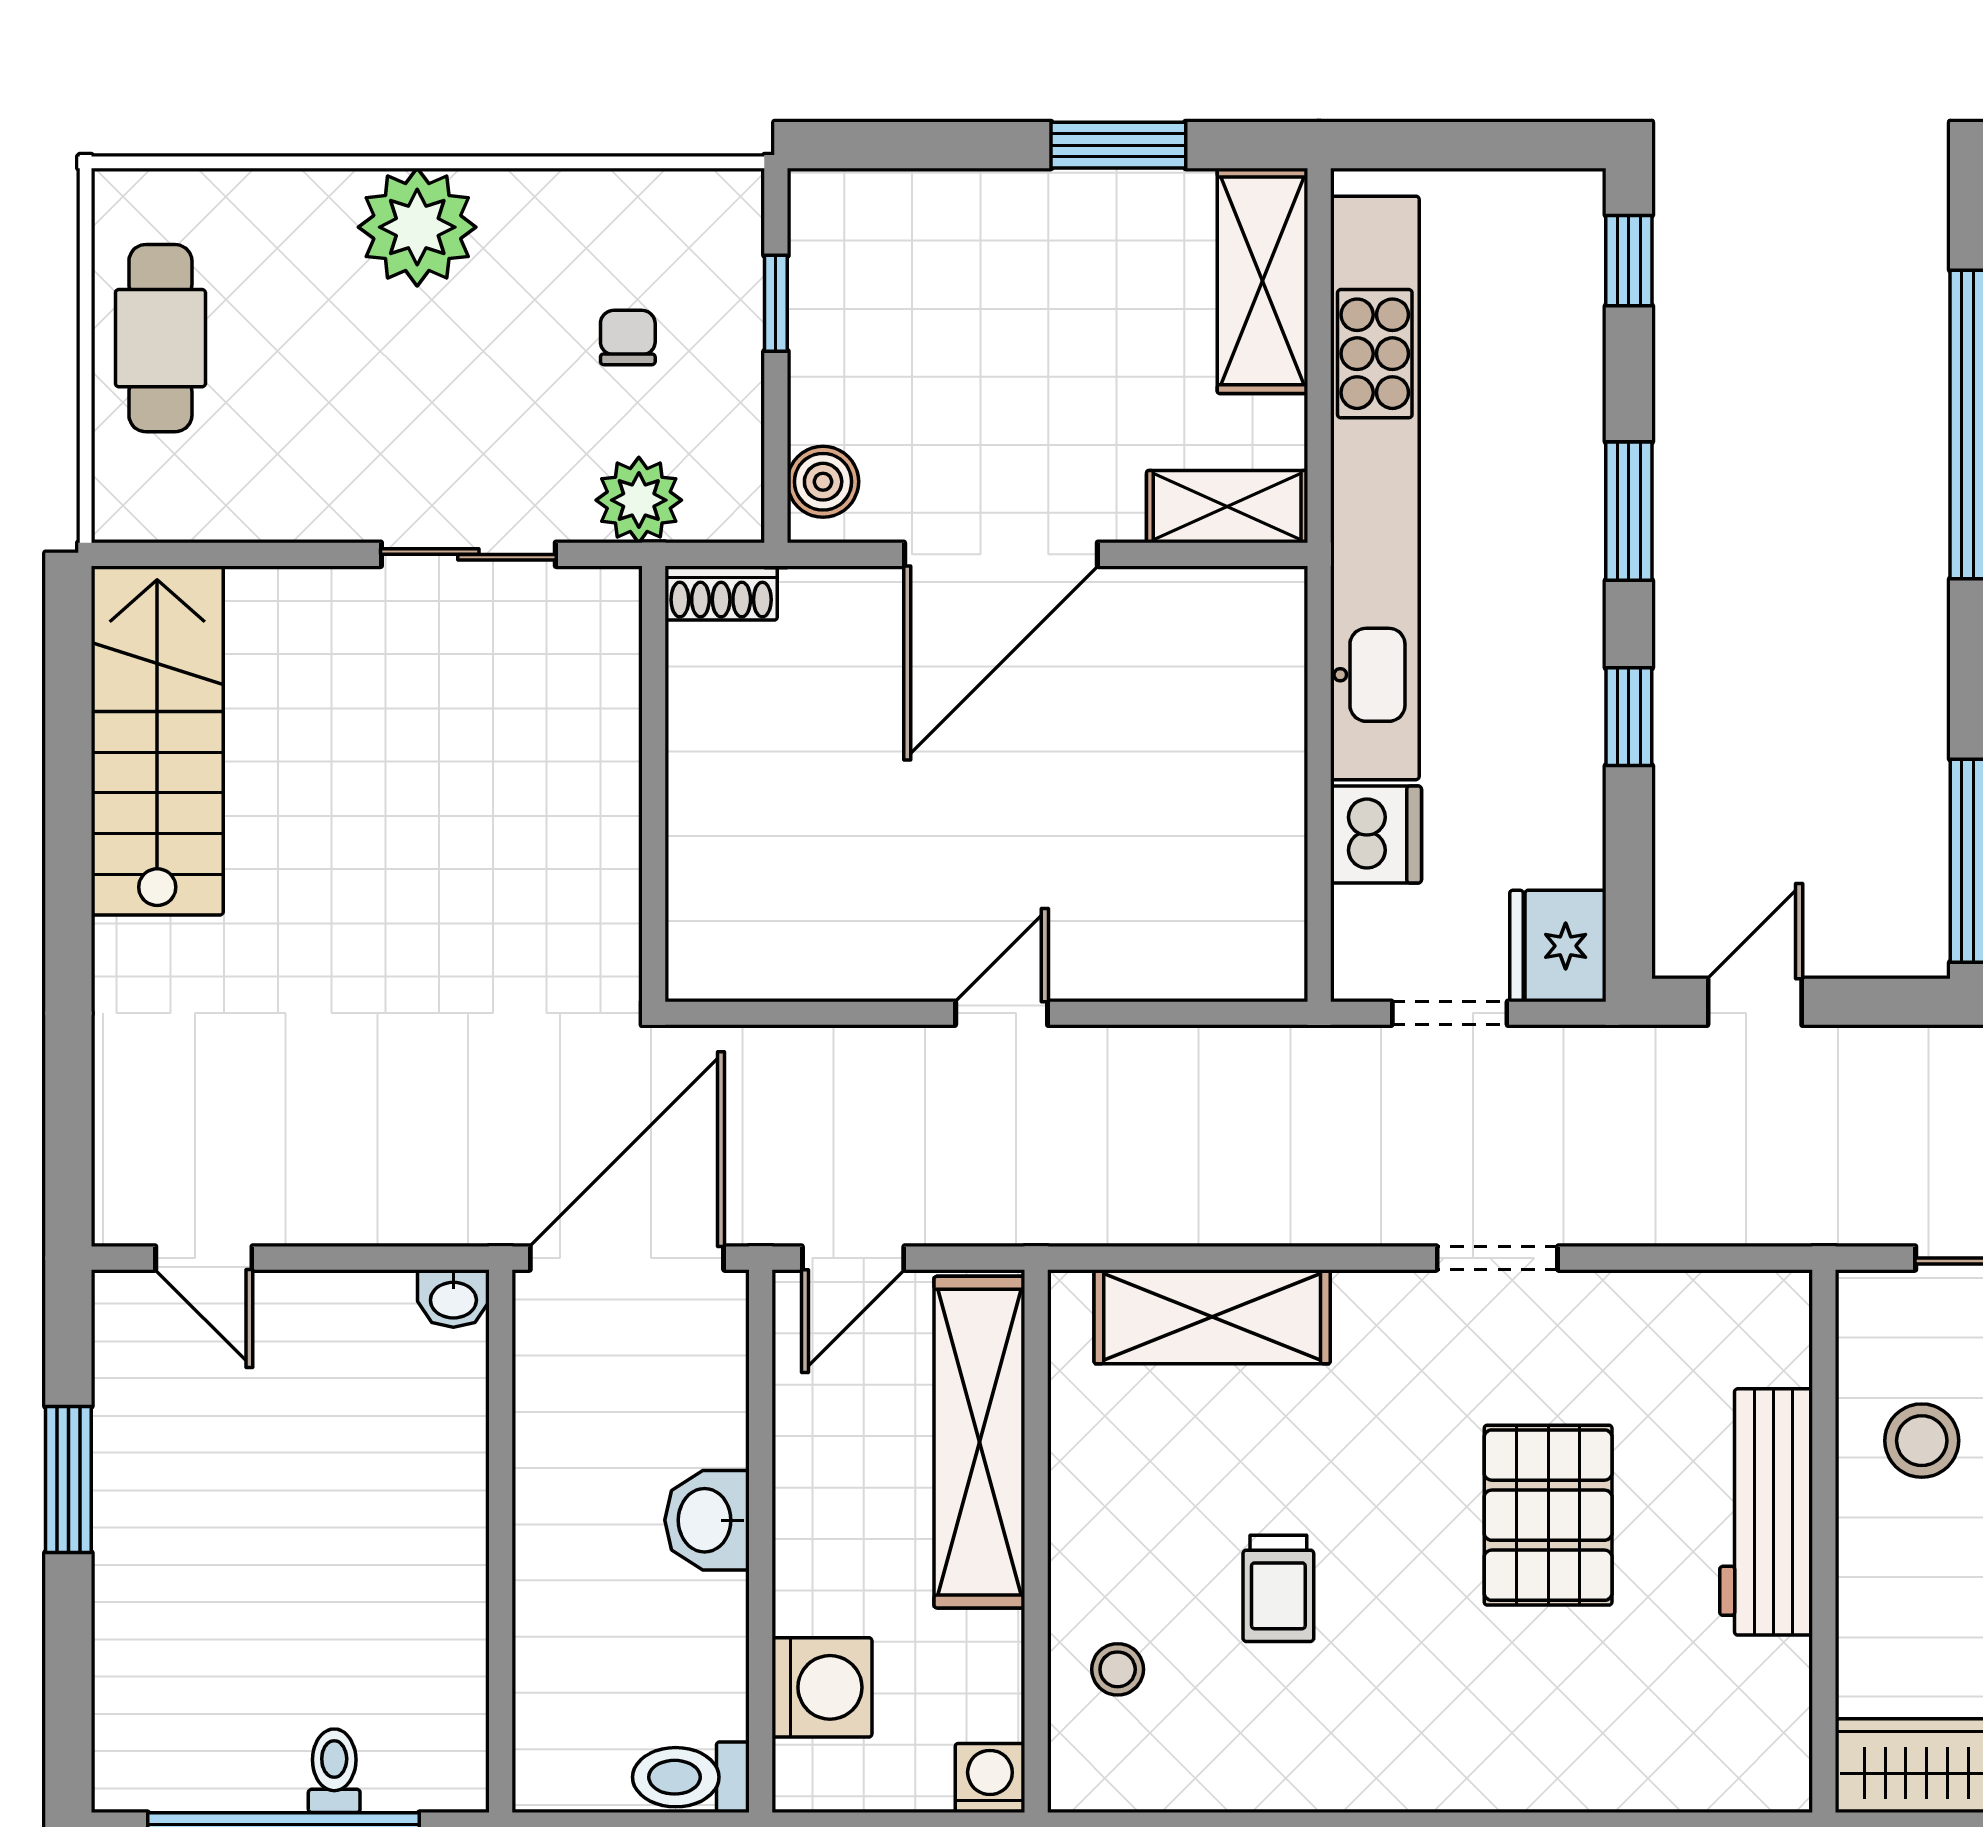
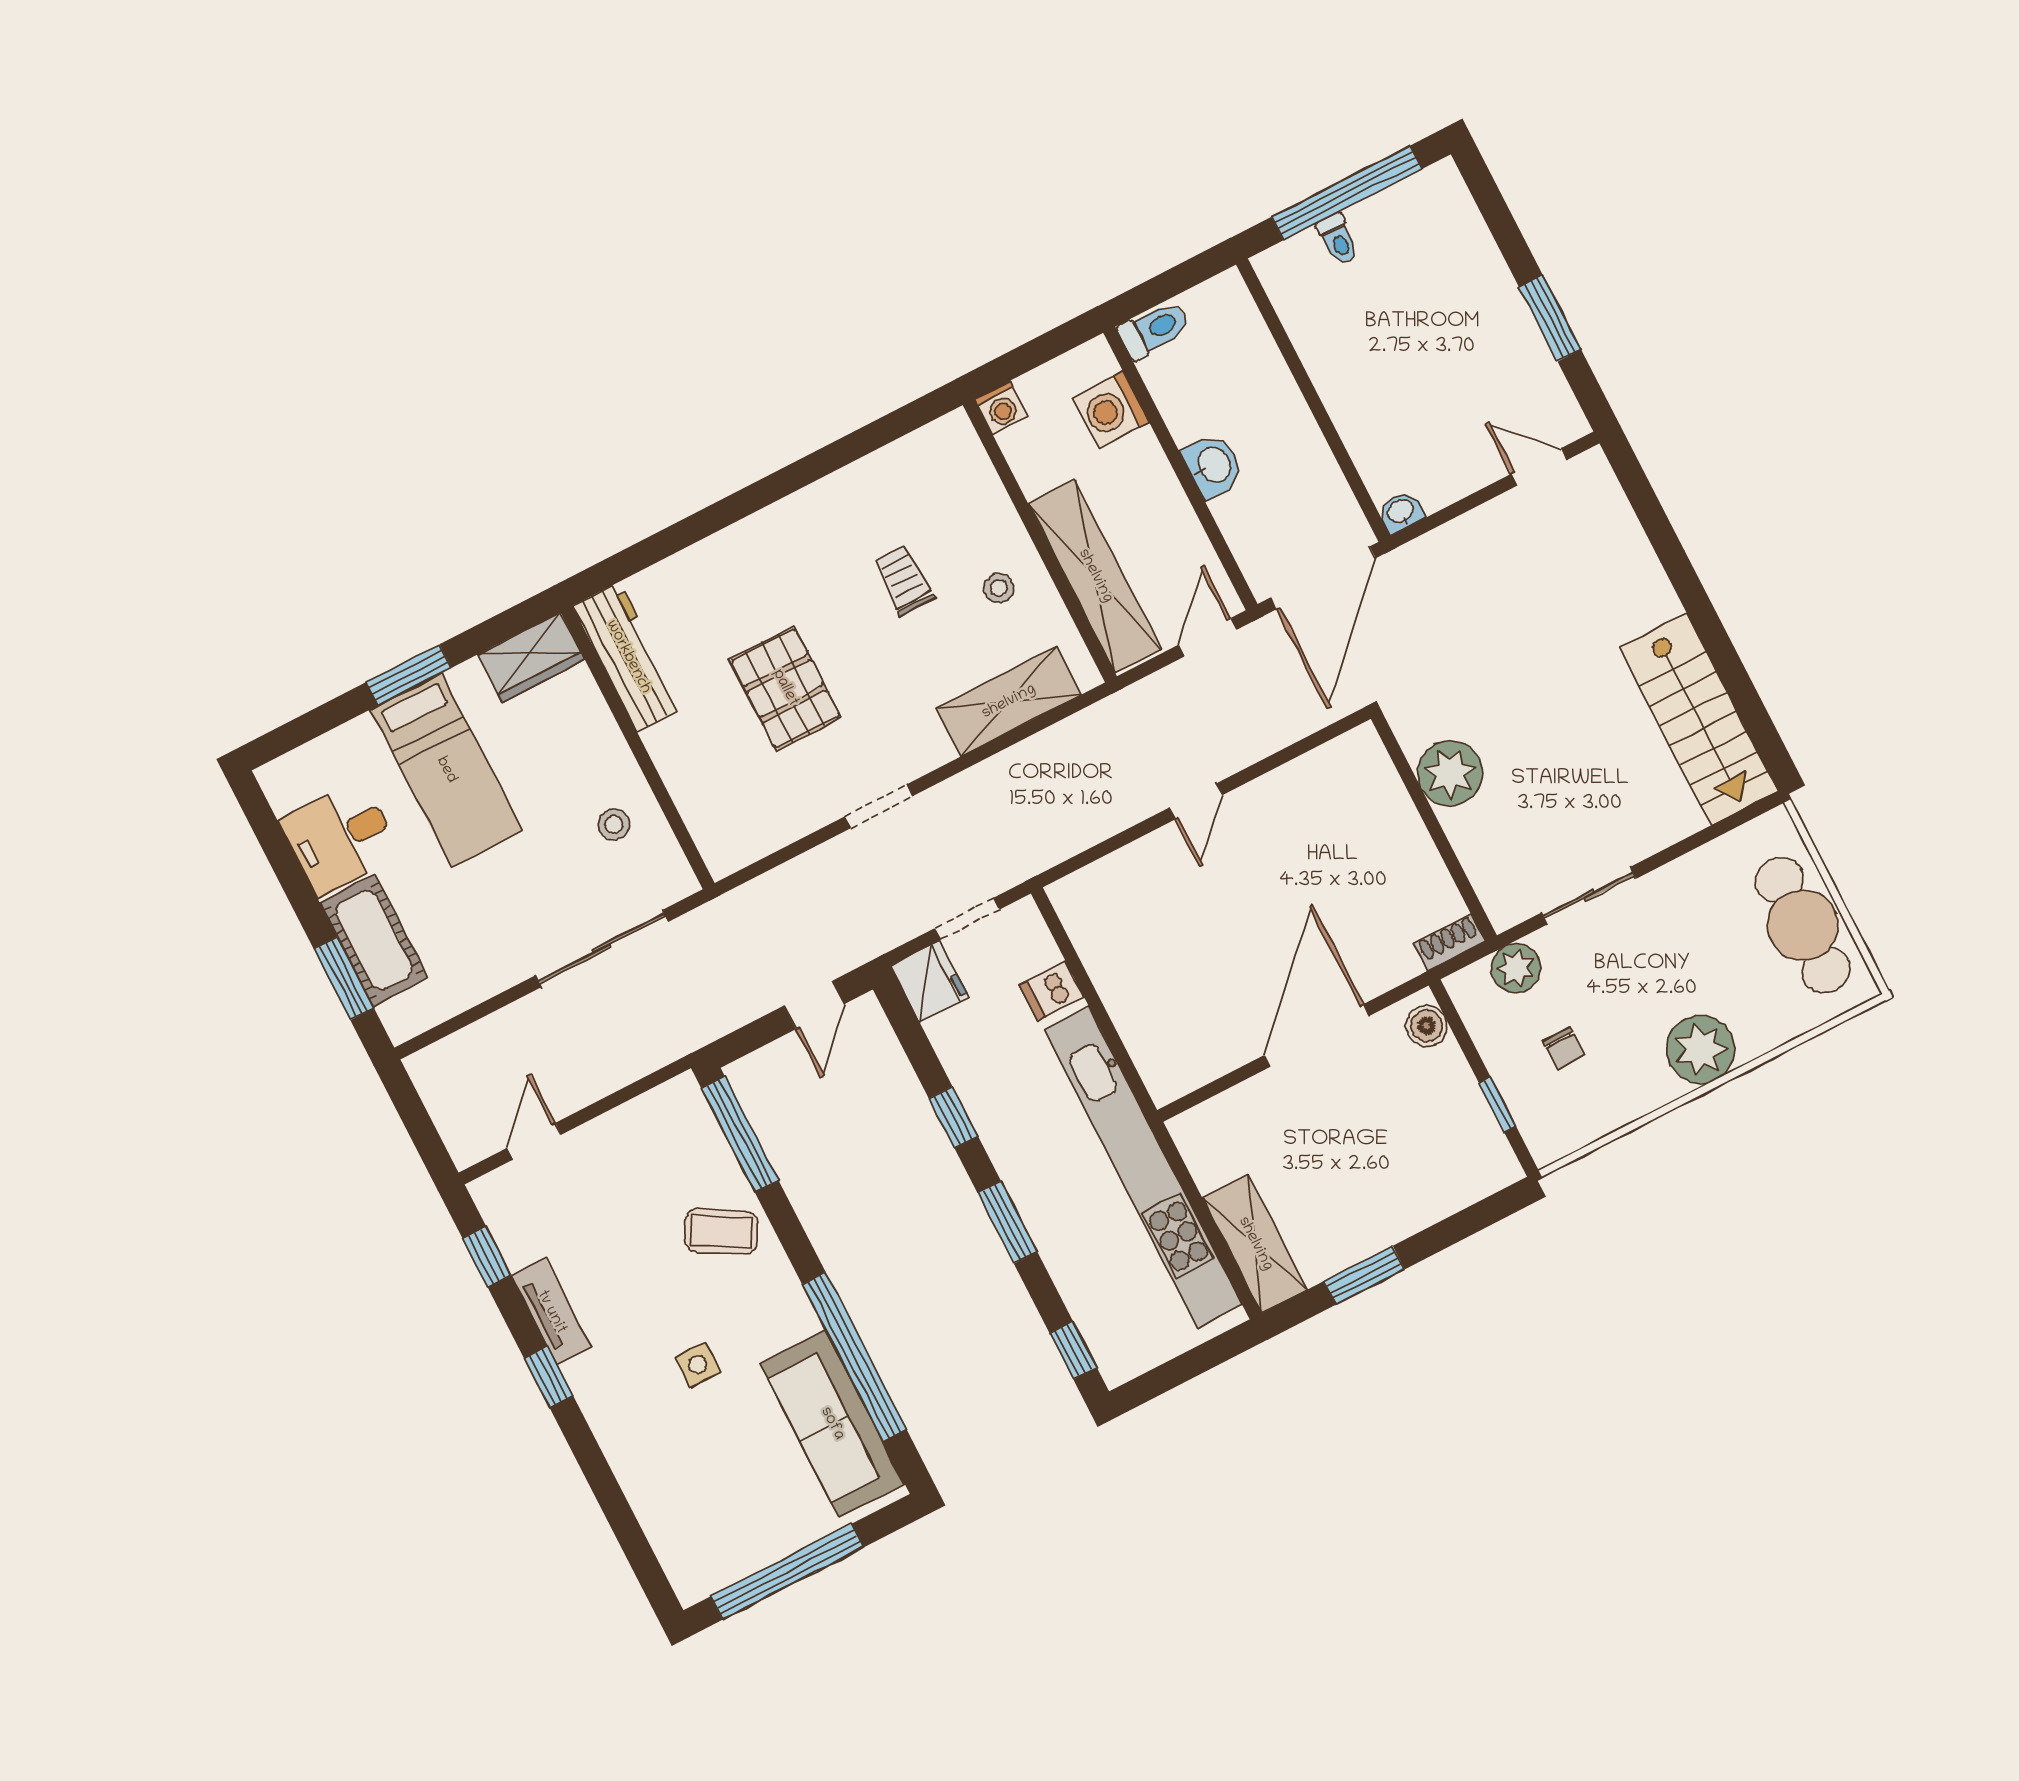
cafe table: (160, 338) -> (1803, 925), width x1.37, depth x1.35
shelving: (1227, 507) -> (1214, 1119), removed
dishwasher: (1376, 834) -> (1052, 991), width x0.73
plant: (586, 854) -> (1450, 773), added
stool: (1922, 1441) -> (614, 825), width x0.73, depth x0.73
workbench: (1766, 1512) -> (628, 657), moved
stool: (1118, 1669) -> (999, 588), moved

